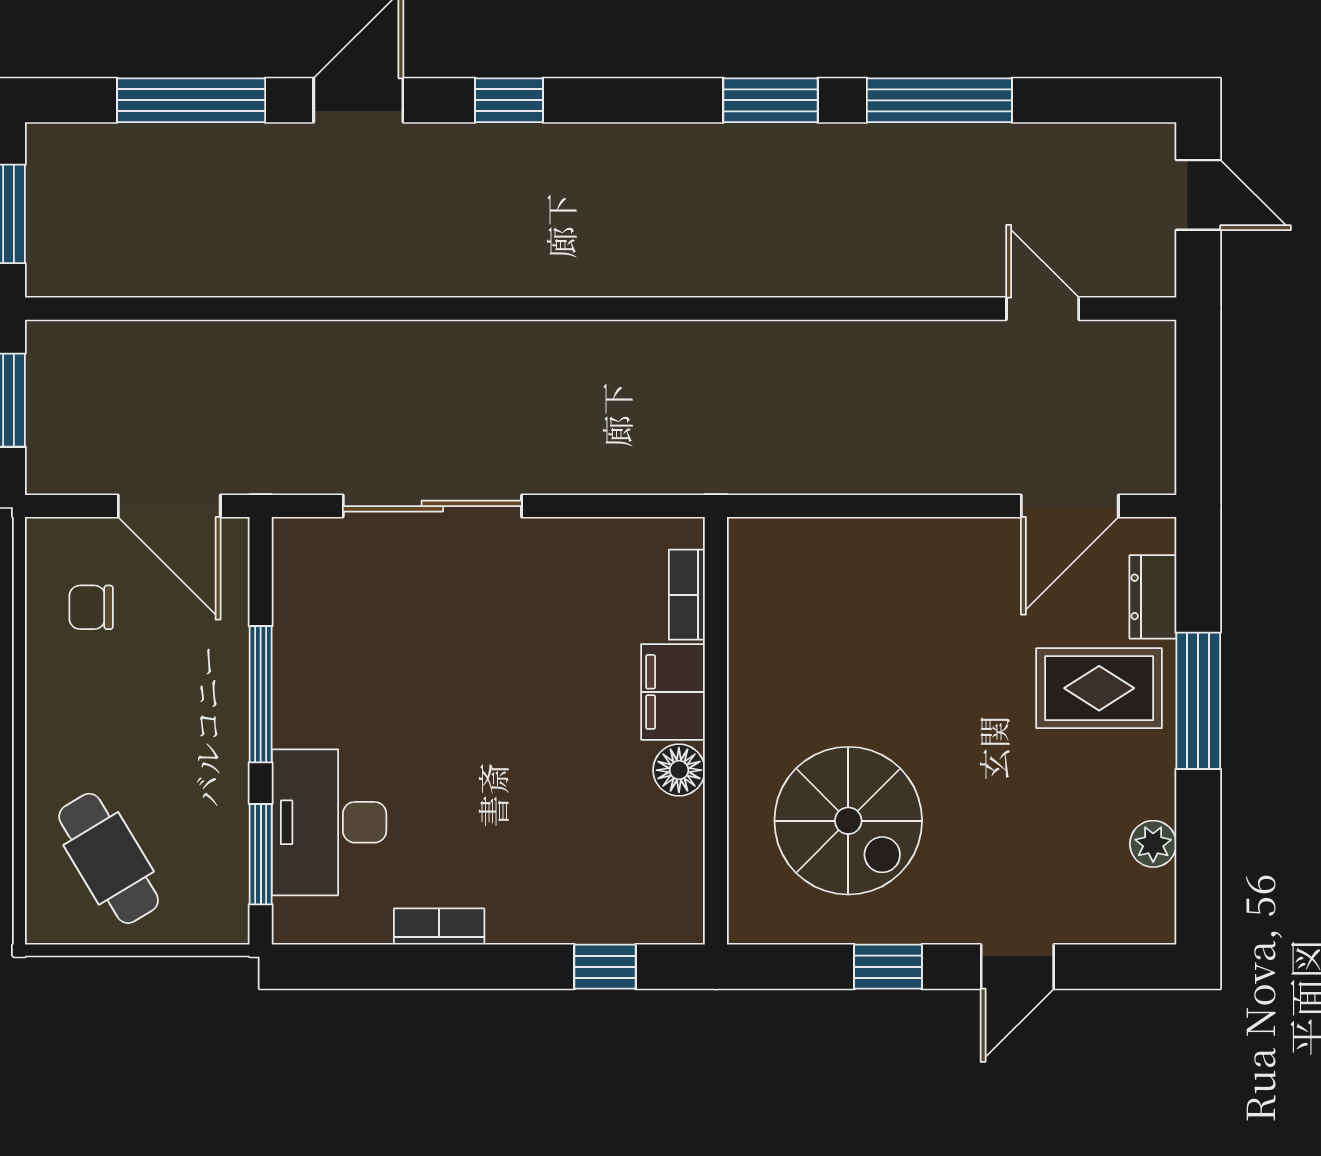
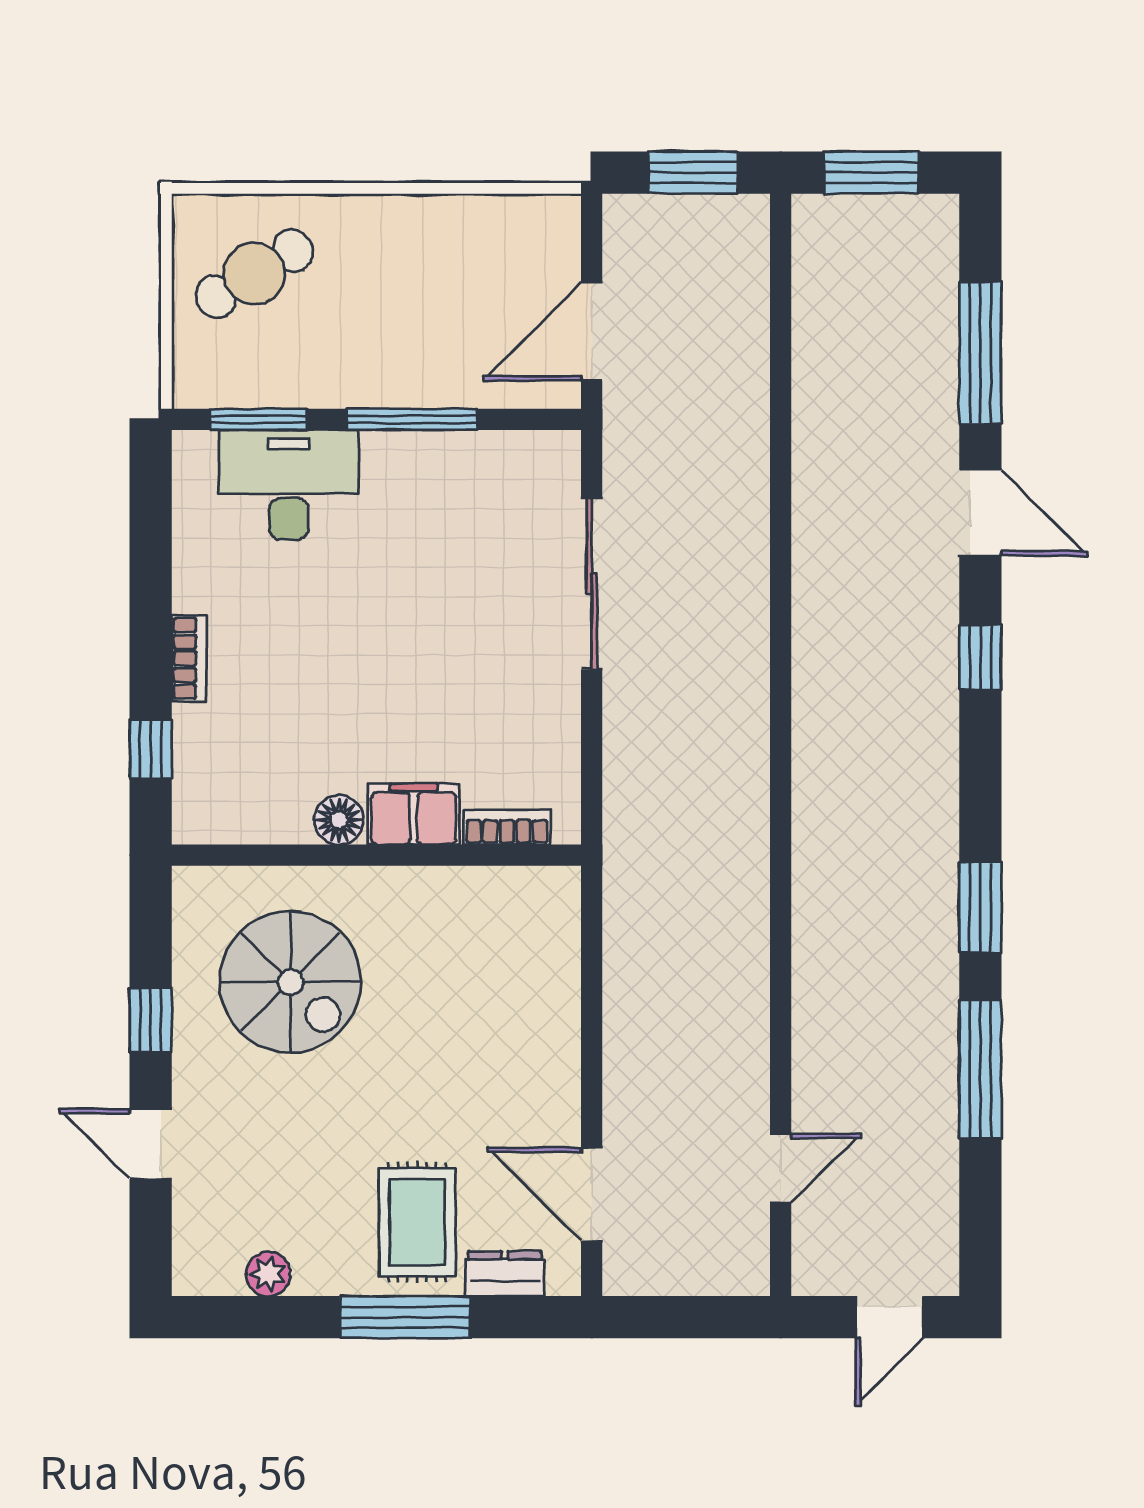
chair: (91, 607) -> (495, 257), removed
spiral stairs: (848, 821) -> (290, 982), turned -90
bookcase: (439, 927) -> (189, 658), moved

